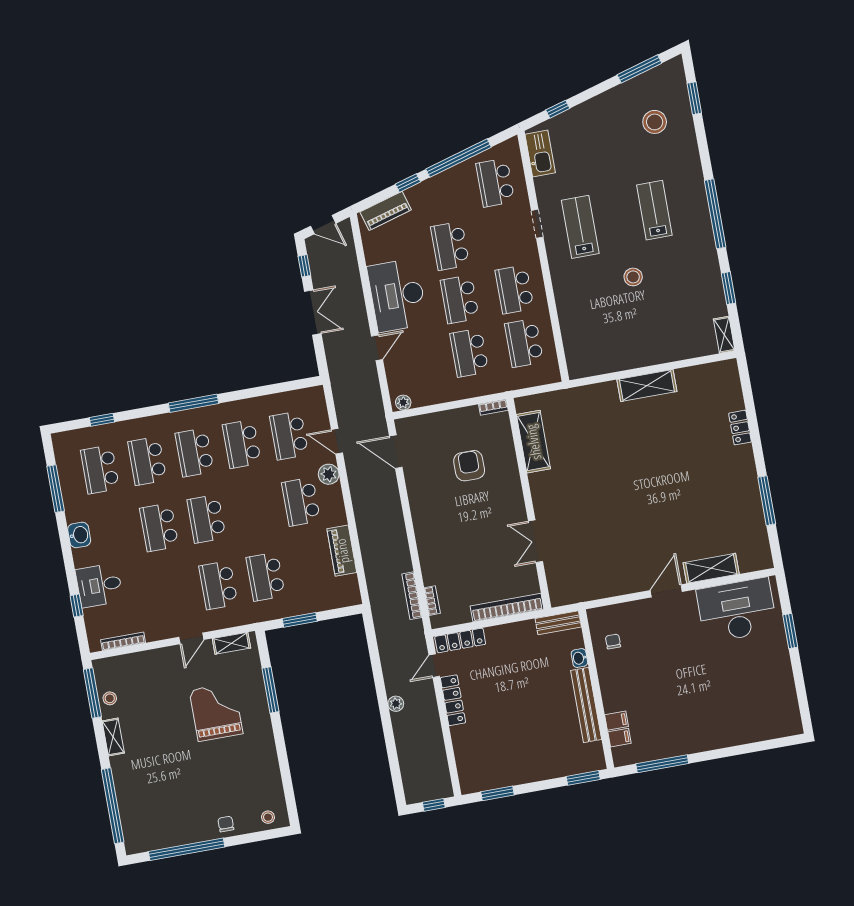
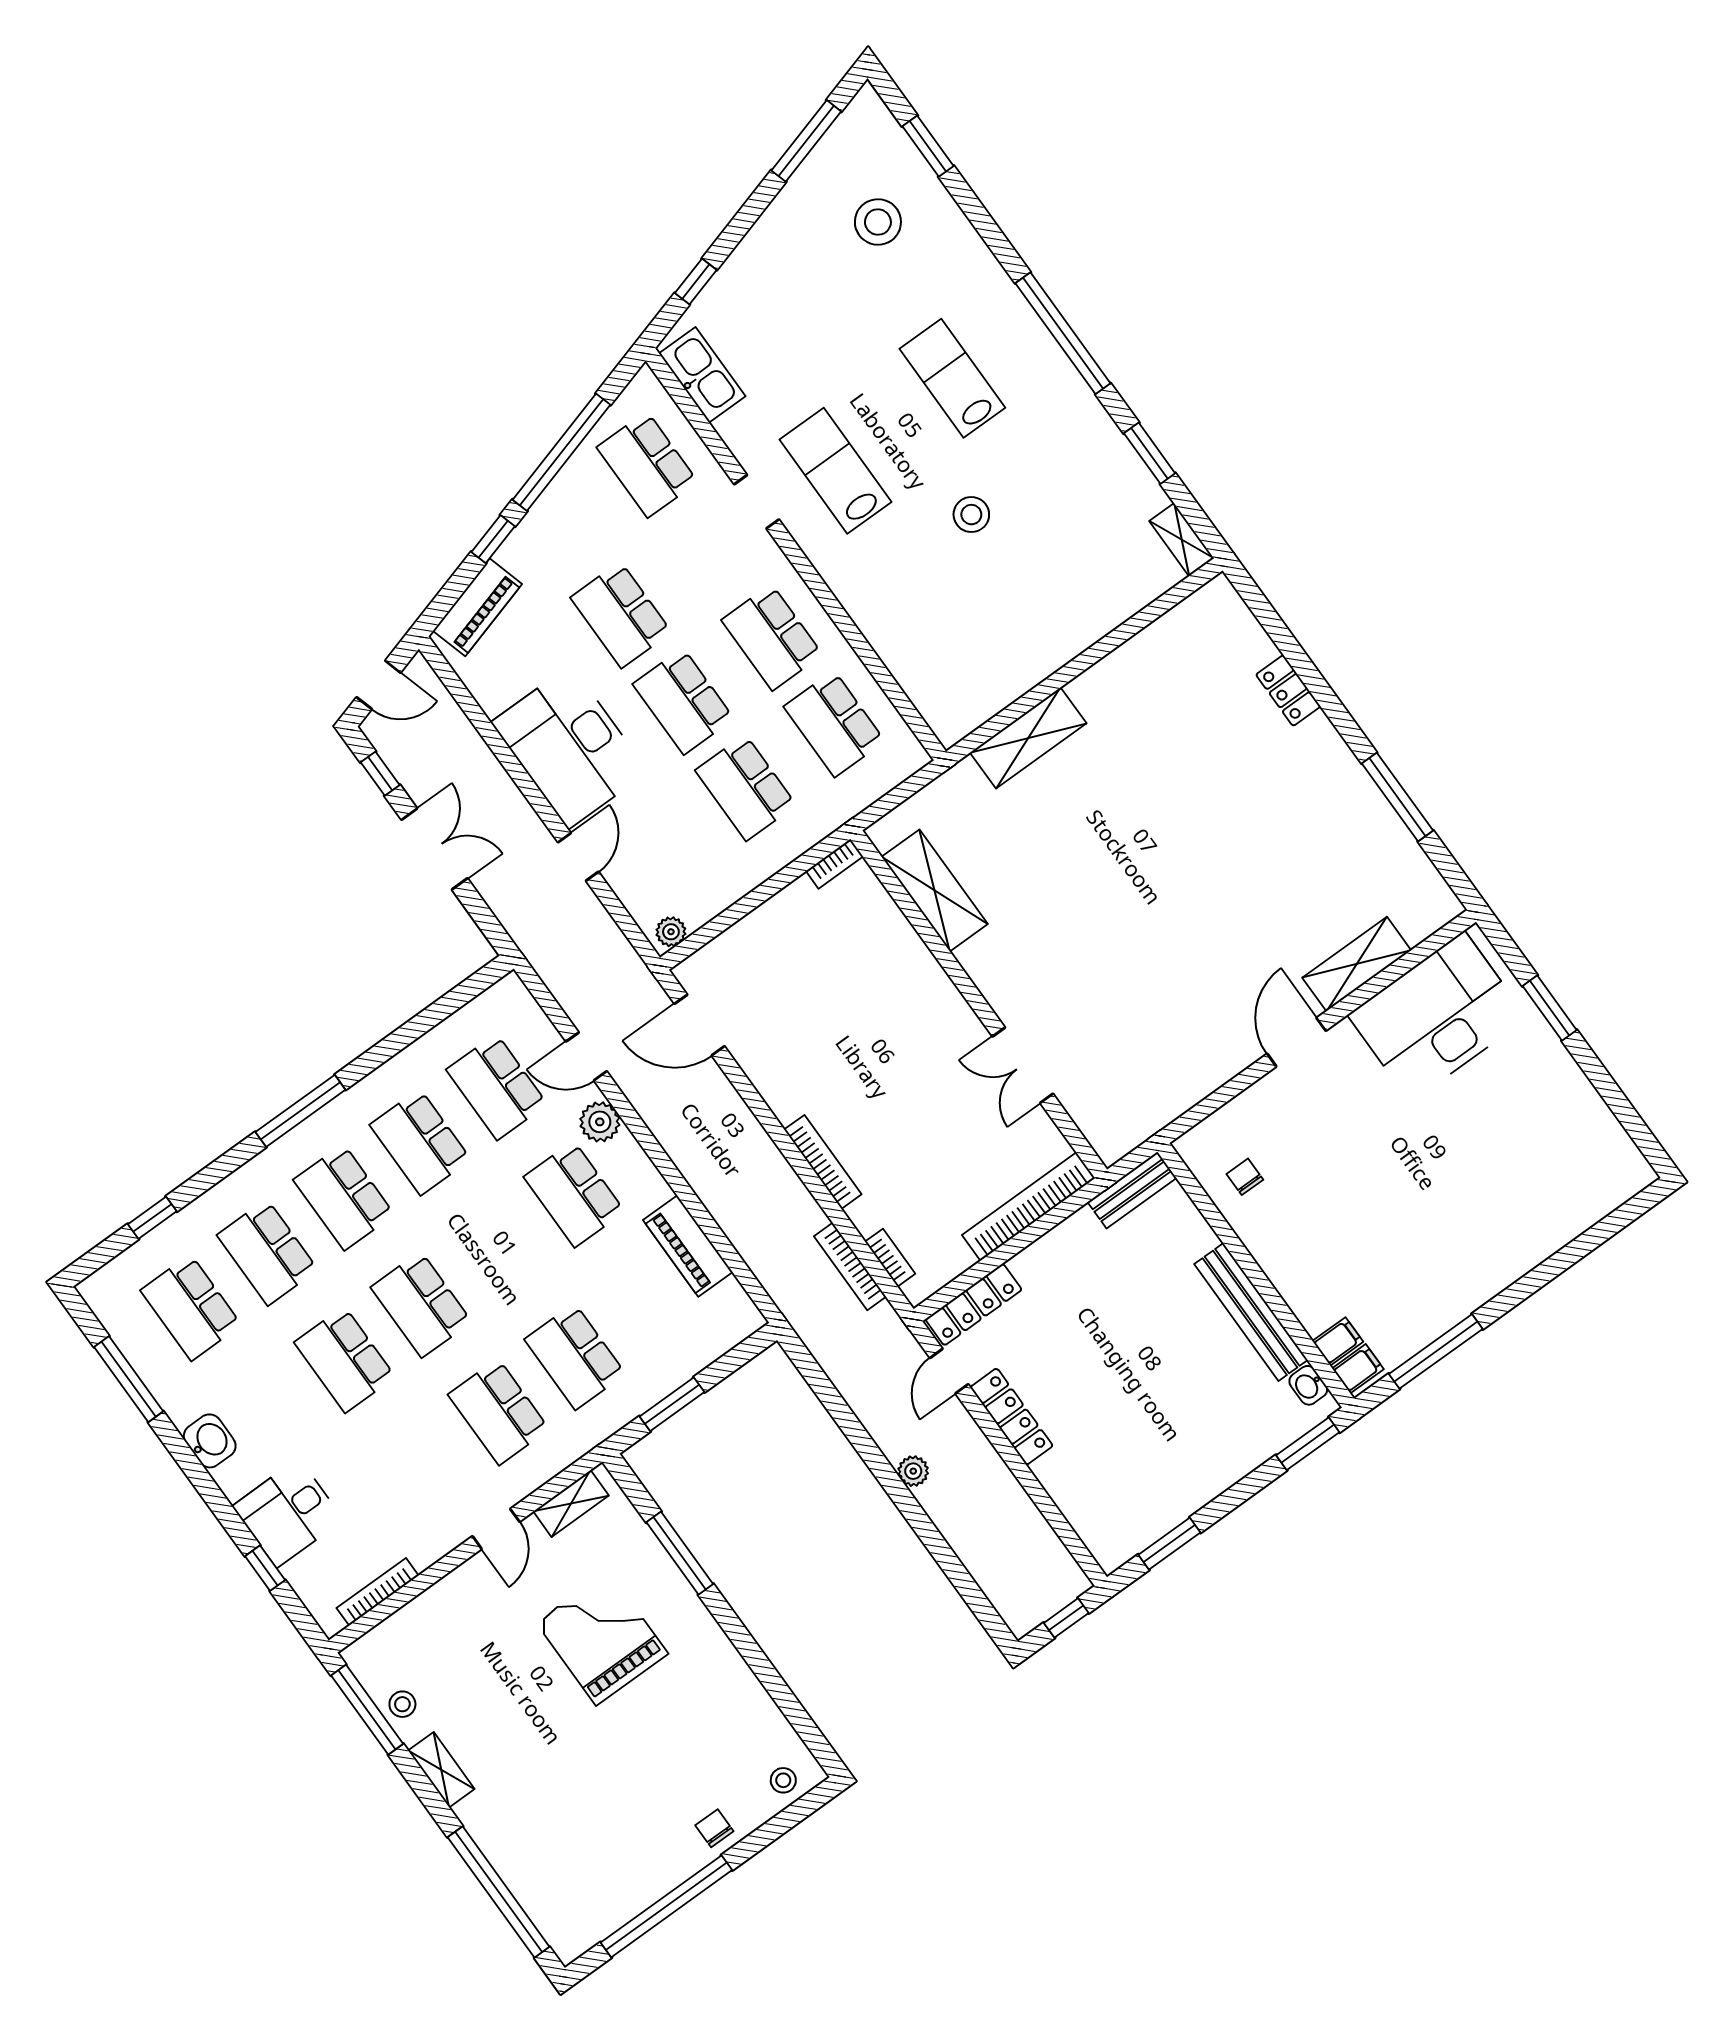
shelving: (647, 386) -> (1028, 738), moved
armchair: (469, 466) -> (841, 988), removed
bookcase: (422, 542) -> (823, 1162), added
washbasin: (579, 658) -> (1308, 1385), moved
filing cabinet: (617, 721) -> (1358, 1369), moved

